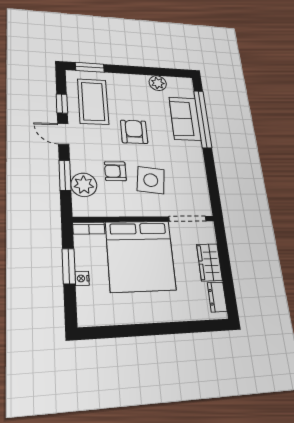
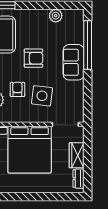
sofa: (185, 119) -> (74, 62), moved
armchair: (134, 132) -> (33, 58), turned 90
armchair: (115, 171) -> (17, 89), turned 90

